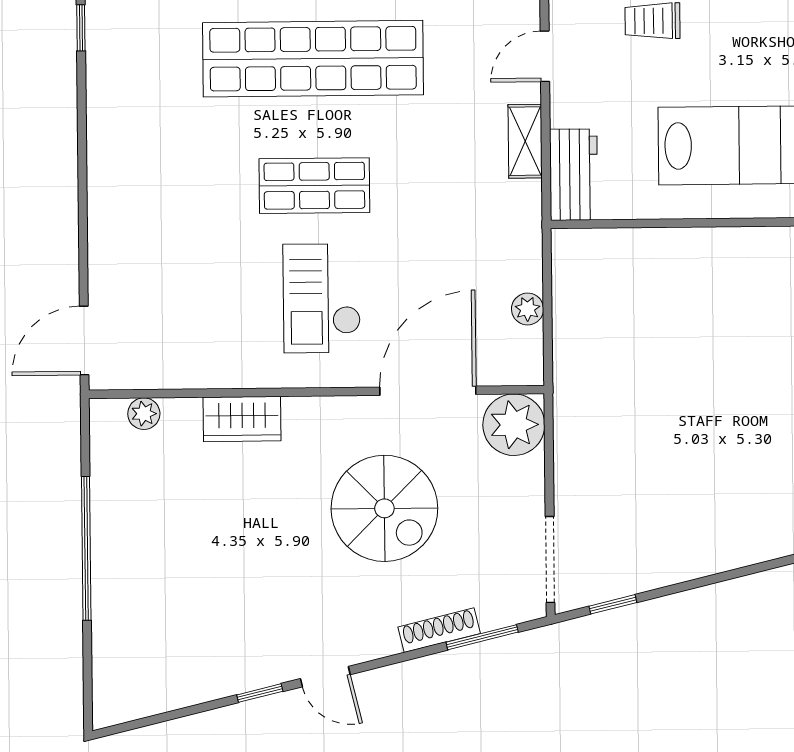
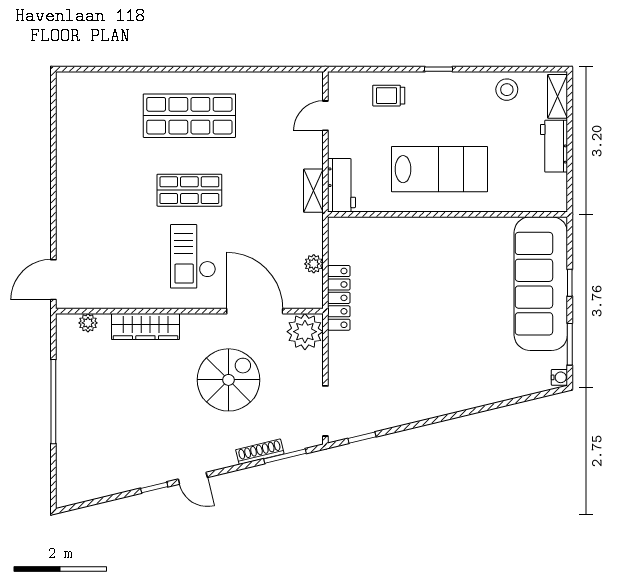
window: (81, 28) -> (53, 96), removed
shop shelf: (313, 59) -> (189, 116), width x0.71
shelving: (525, 141) -> (313, 191), moved
locker: (571, 367) -> (339, 298), added
door: (428, 391) -> (255, 311), hinge flipped
wardrobe: (242, 419) -> (145, 327), width x1.50
spiral stairs: (384, 508) -> (229, 380), turned -90

